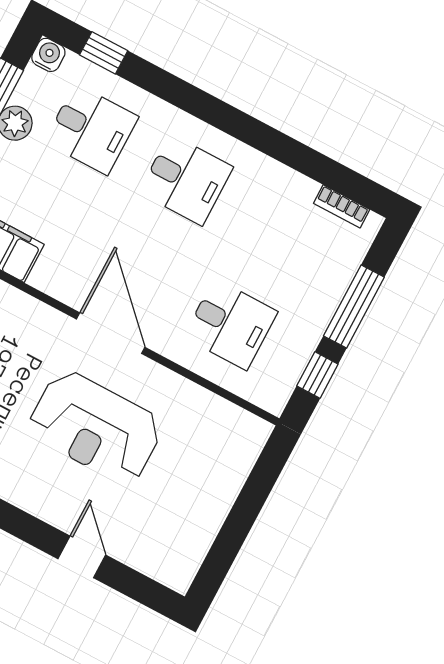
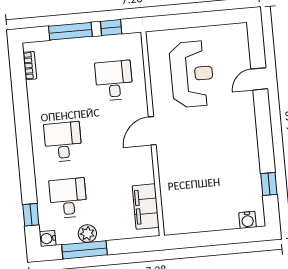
door: (111, 333) -> (152, 131), width x0.73
reception desk: (95, 427) -> (192, 74), moved

